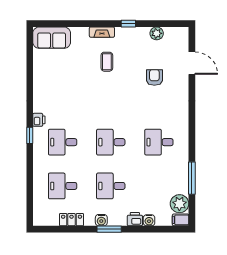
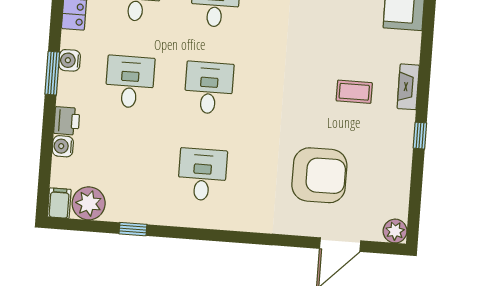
plant: (157, 33) -> (395, 231), moved
armchair: (154, 77) -> (319, 175), width x1.88, depth x1.88
window: (192, 178) -> (133, 229), width x0.46

